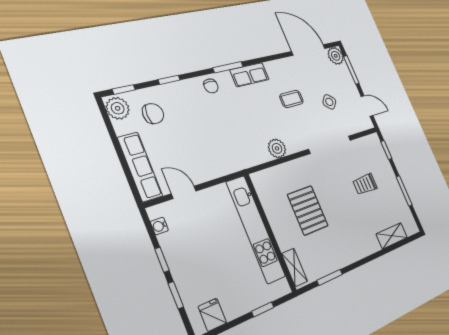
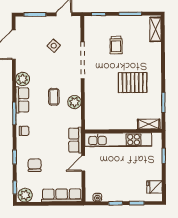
plant: (336, 56) -> (23, 79), moved
coffee table: (291, 99) -> (54, 97), moved
chair: (153, 114) -> (35, 165), moved
row of seats: (229, 164) -> (75, 140), added
door: (184, 192) -> (83, 163), moved
pallet: (308, 210) -> (133, 83), moved
shelving: (392, 236) -> (155, 29), moved

